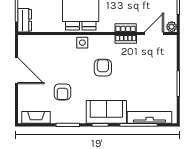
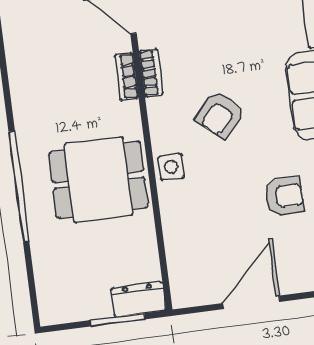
armchair: (103, 68) -> (220, 115), turned -49

